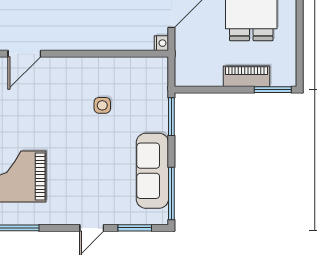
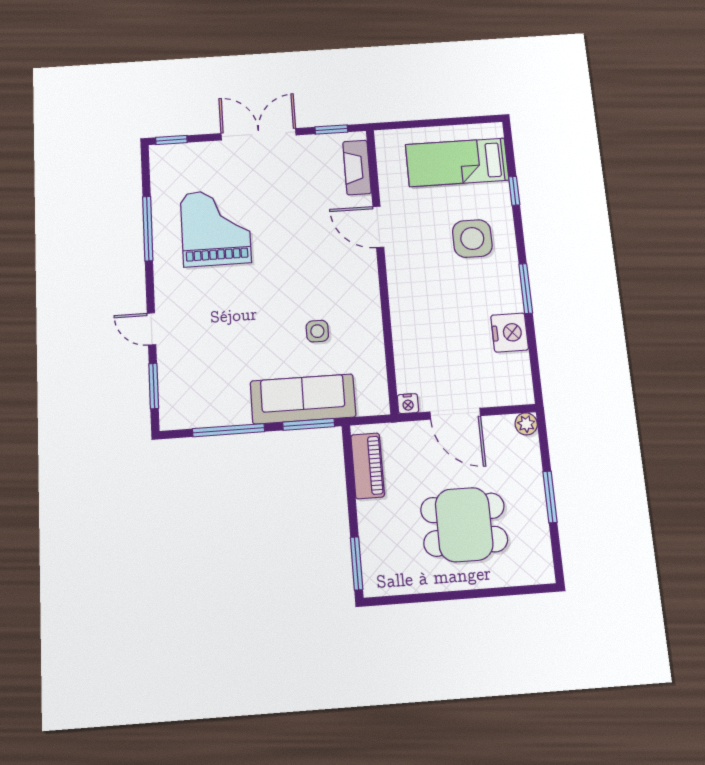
piano: (246, 76) -> (368, 466), moved
sofa: (152, 171) -> (303, 399), moved
window: (171, 194) -> (228, 430), moved

